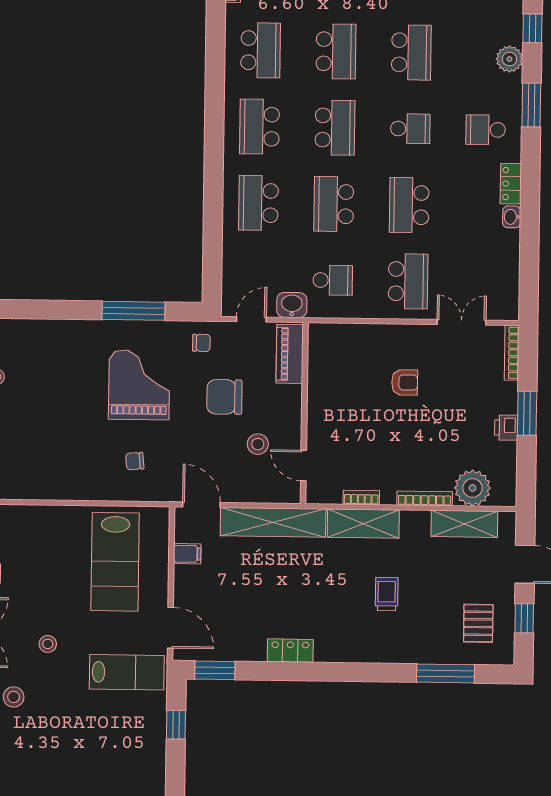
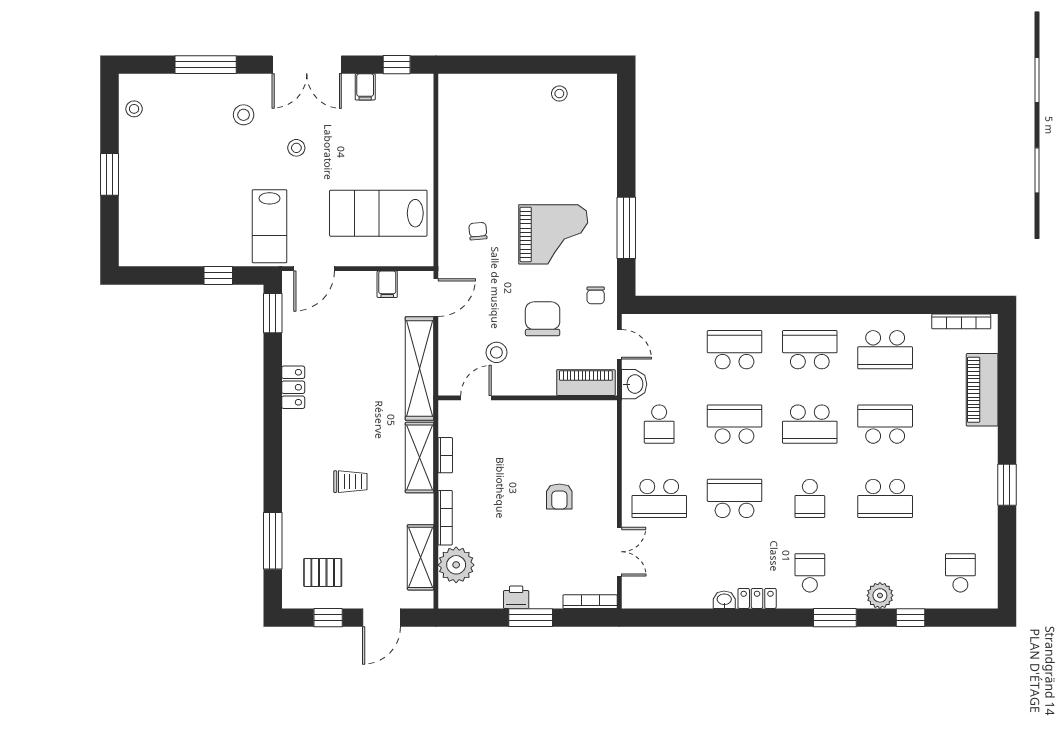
school desk: (336, 51) -> (885, 424), turned 180

